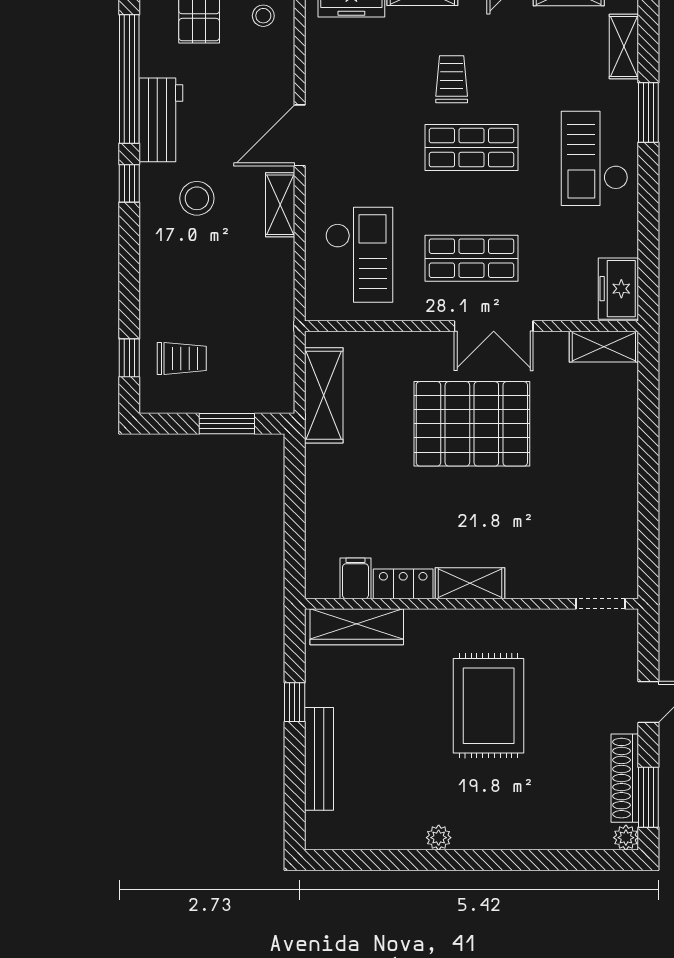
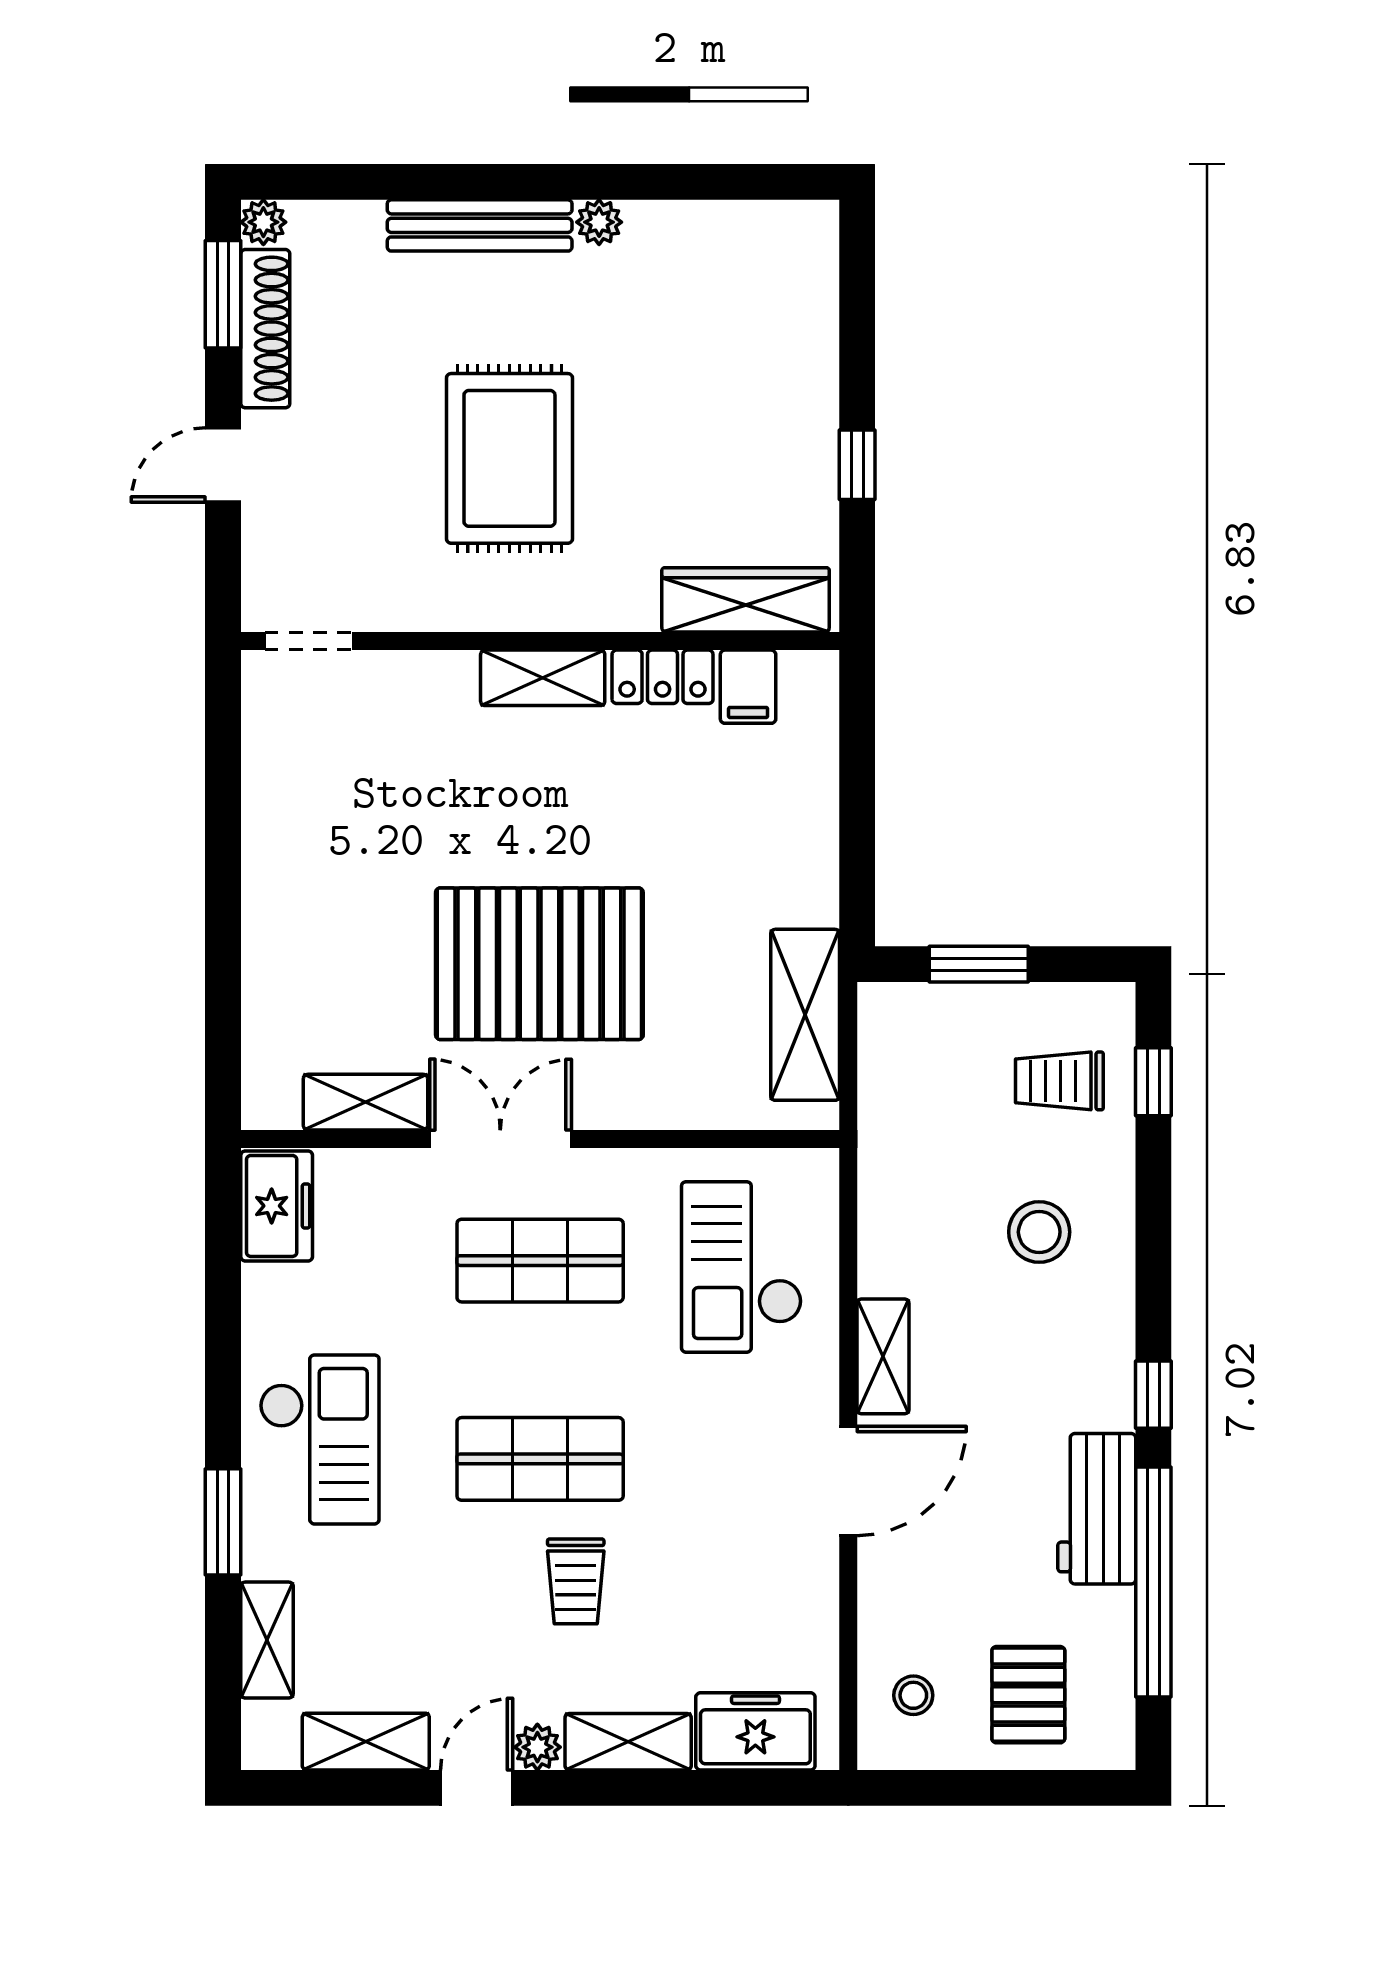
stool: (197, 198) -> (1039, 1232), moved
shelving: (604, 347) -> (366, 1102), moved
bench: (319, 759) -> (480, 225), moved, turned 90

